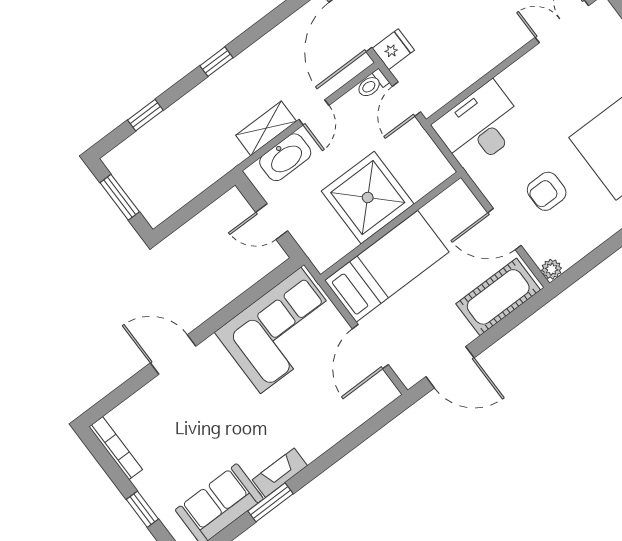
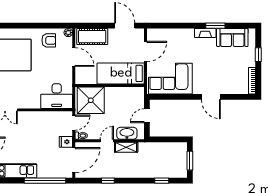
window: (216, 62) -> (108, 181), moved
armchair: (547, 191) -> (49, 40), moved
shower: (368, 198) -> (91, 100), moved
door: (272, 222) -> (147, 116), swing flipped

